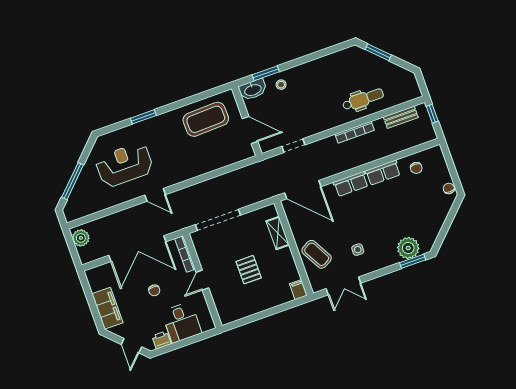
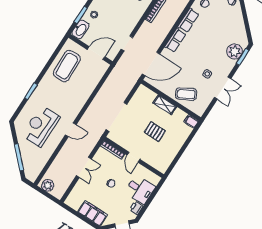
shelving: (278, 233) -> (165, 105), moved
double door: (137, 249) -> (84, 167), width x0.54
double door: (343, 286) -> (223, 88), moved

